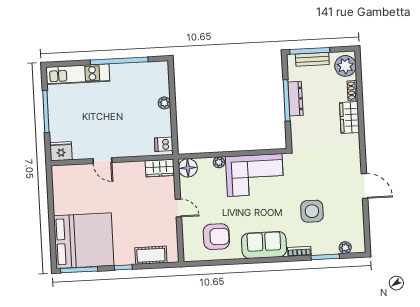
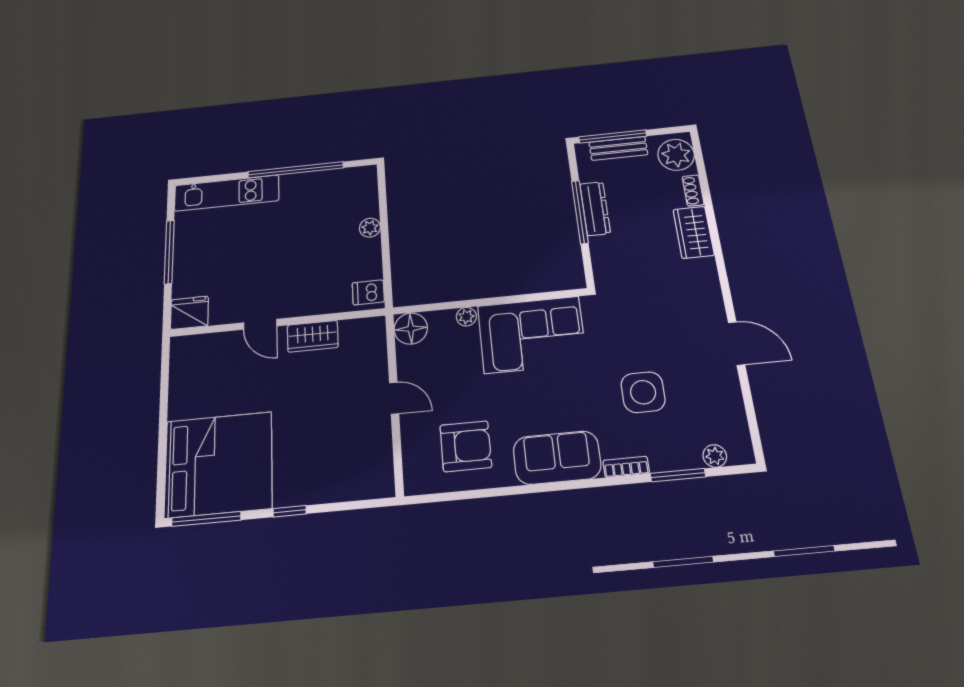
wardrobe: (160, 168) -> (313, 336), moved
cot: (151, 255) -> (343, 486), removed

